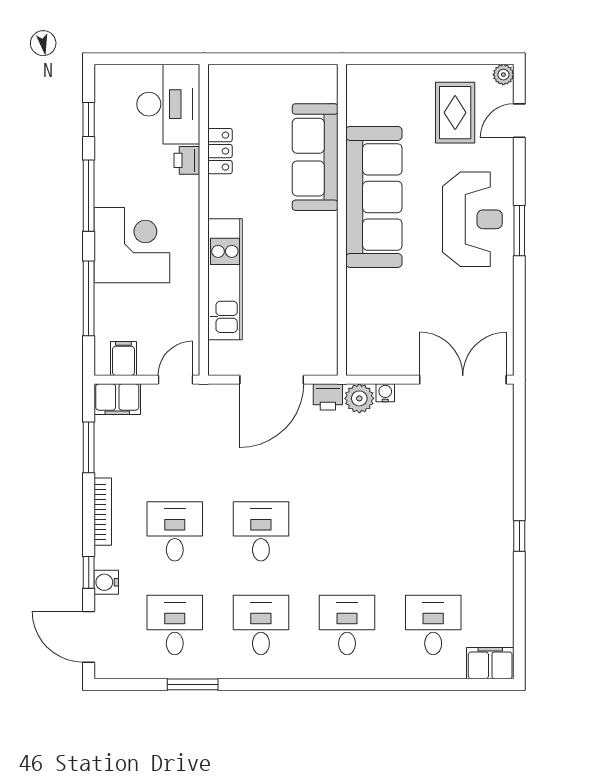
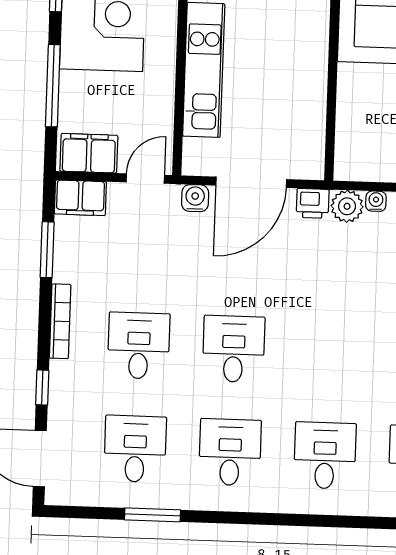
filing cabinet: (123, 358) -> (89, 153), width x2.00
water cooler: (106, 582) -> (195, 198), moved, turned 90

